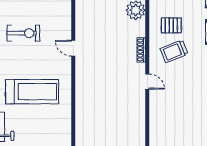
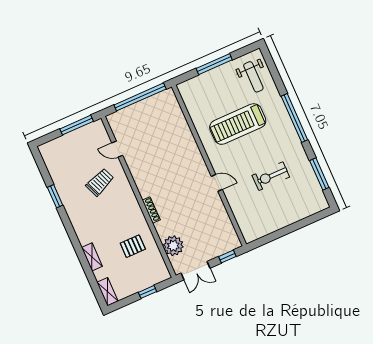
trolley: (174, 51) -> (100, 182), moved
door: (147, 82) -> (117, 149), moved

